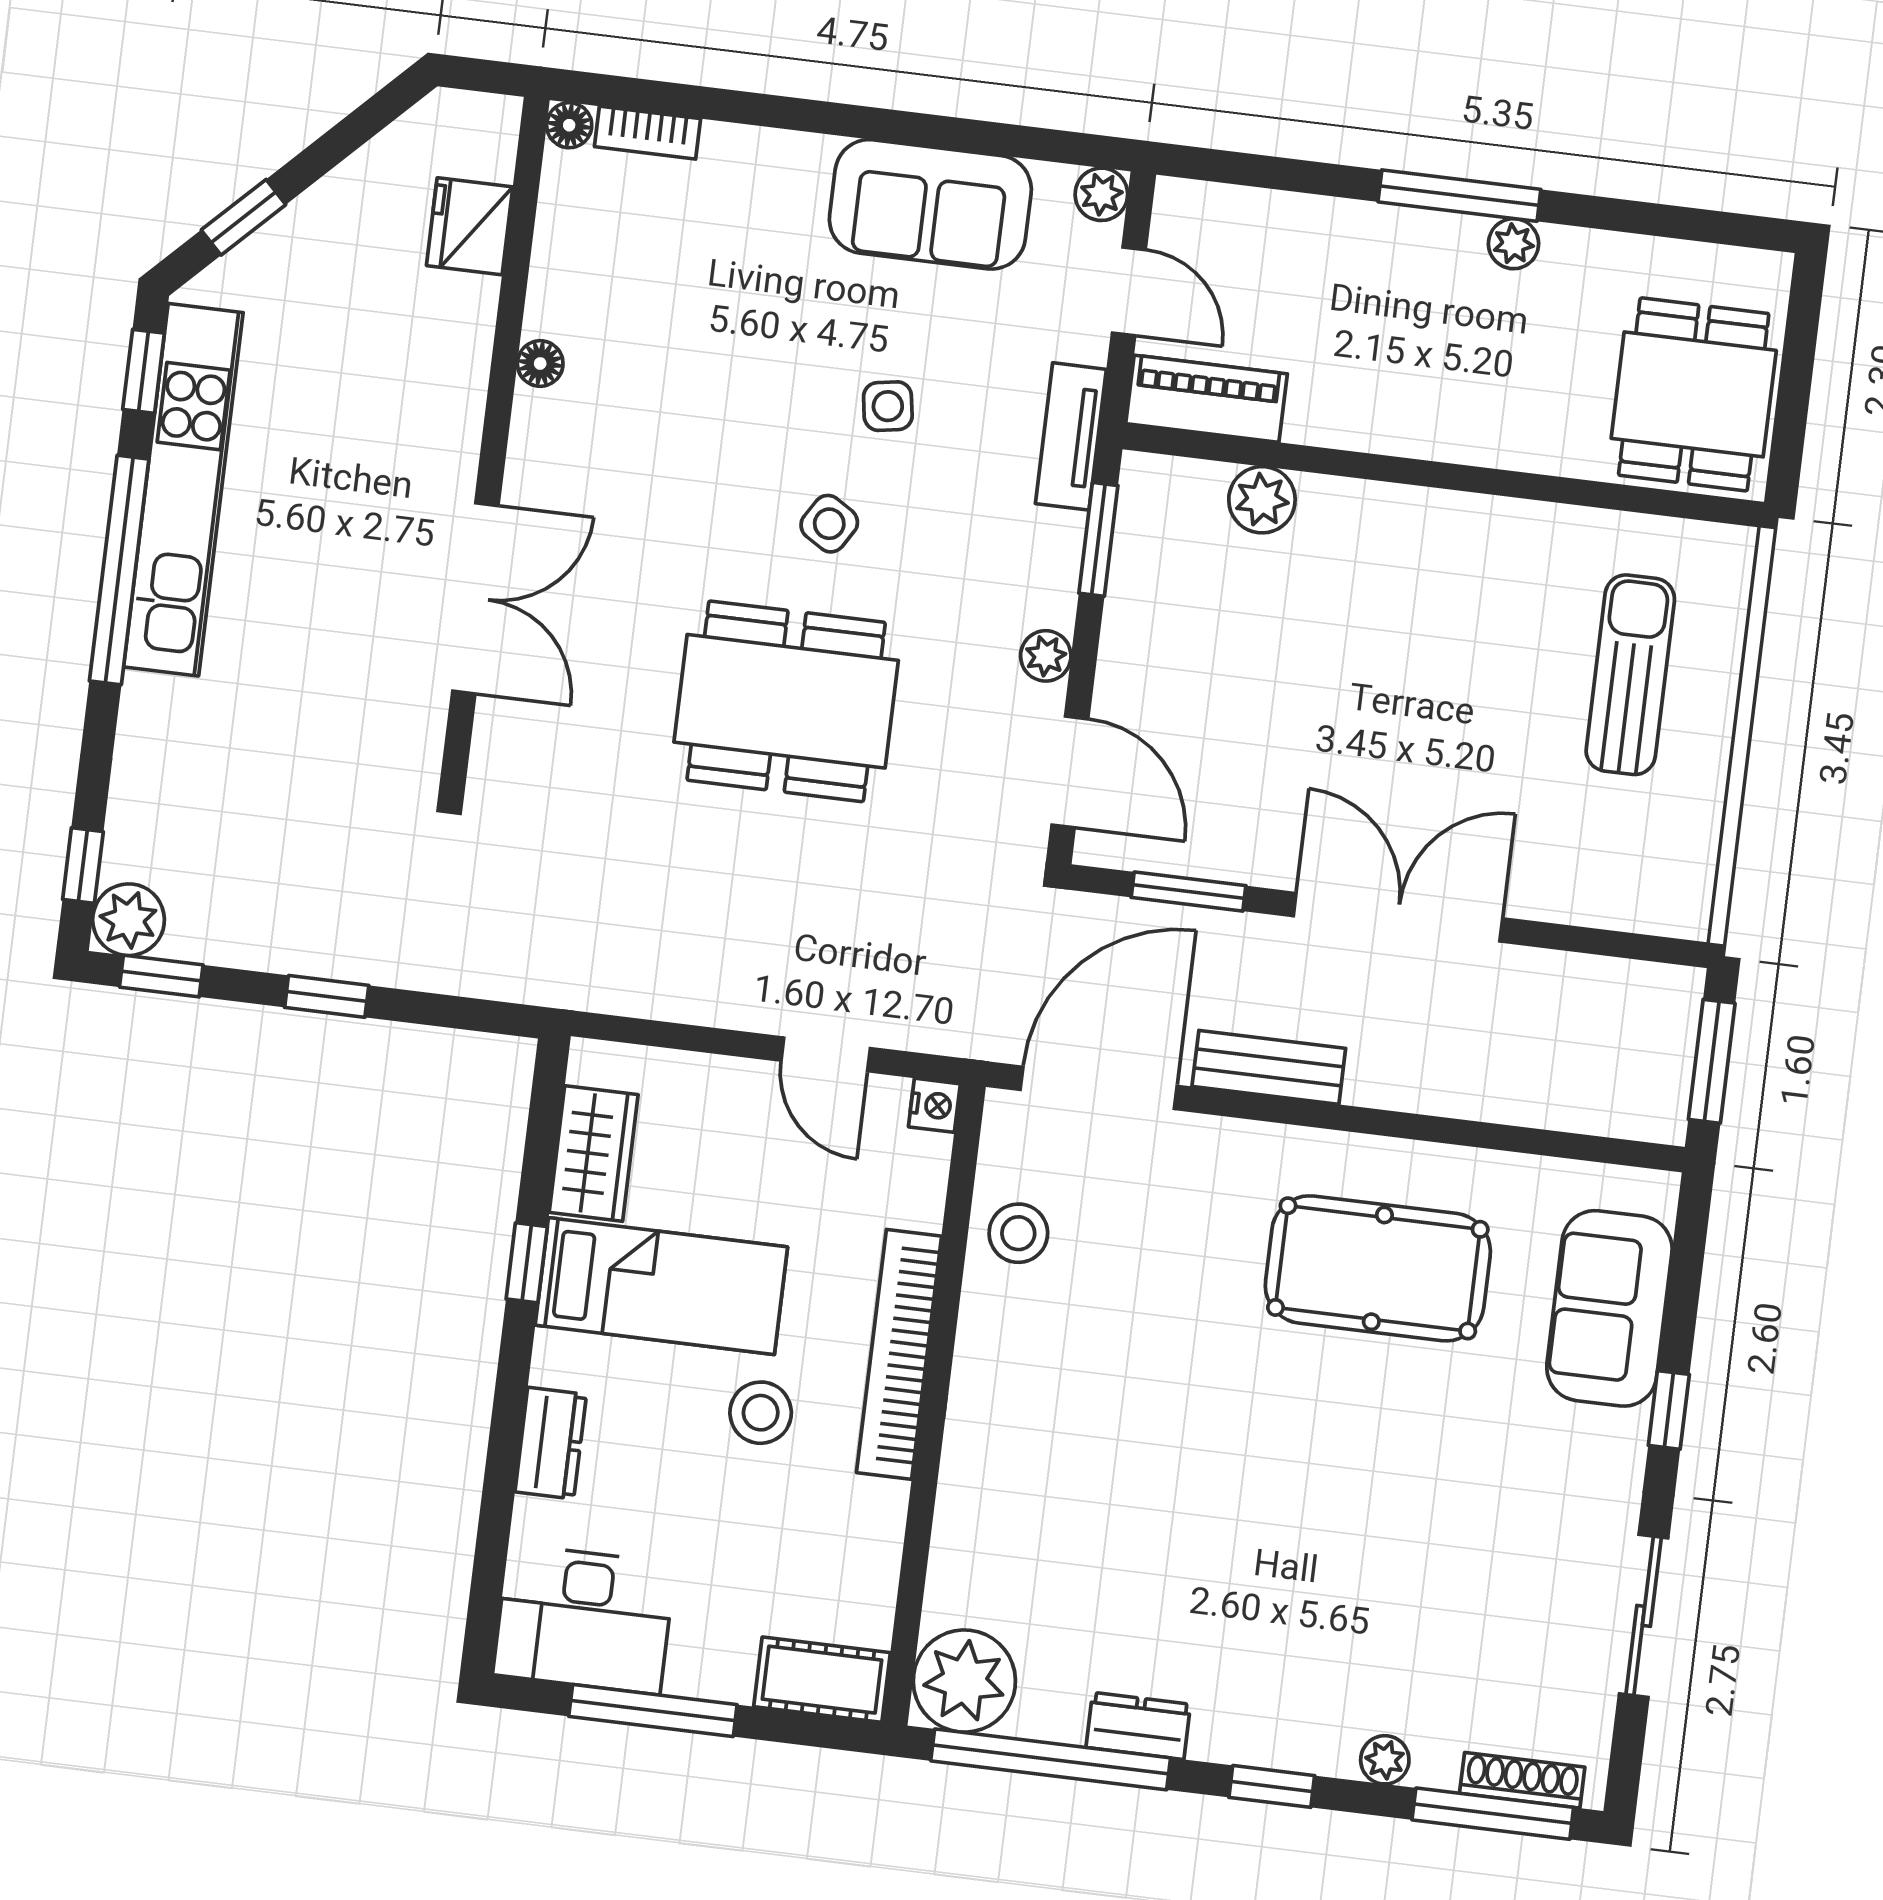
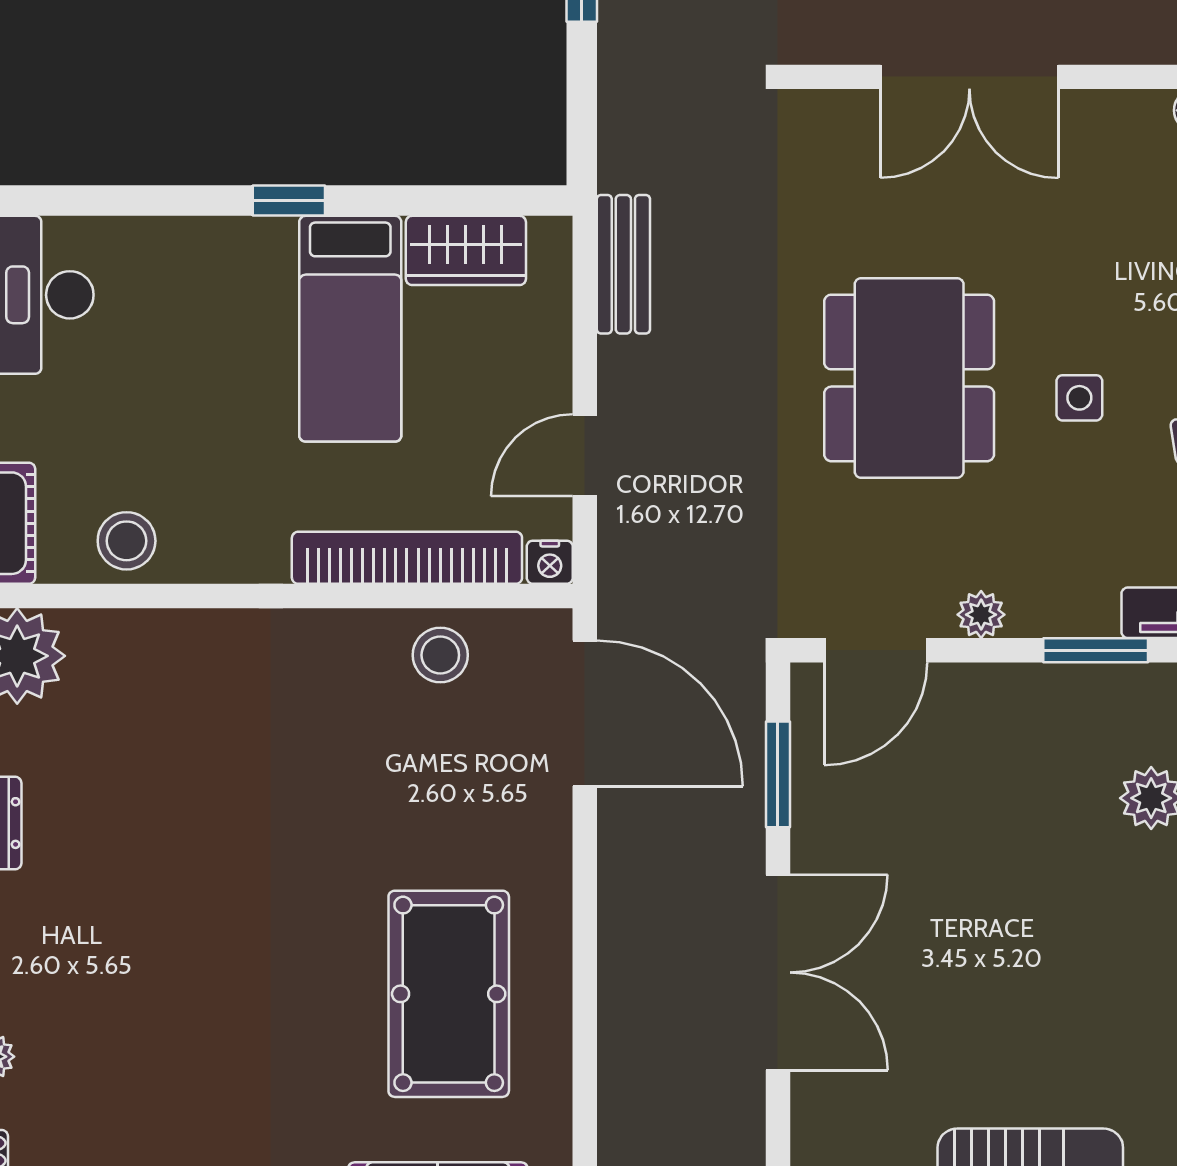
side table: (829, 524) -> (1079, 398), turned -32
bench: (1269, 1067) -> (623, 264), moved
window: (527, 1263) -> (289, 201), moved
bookcase: (899, 1354) -> (407, 558), moved
stool: (761, 1413) -> (127, 541), moved
dresser: (551, 1443) -> (191, 244), removed

